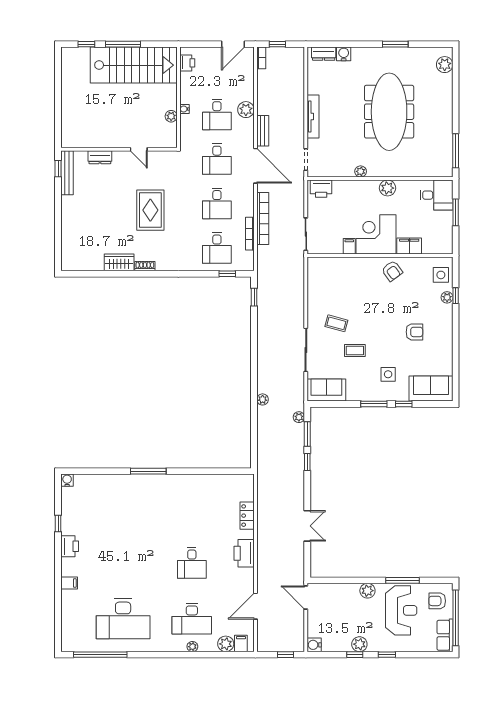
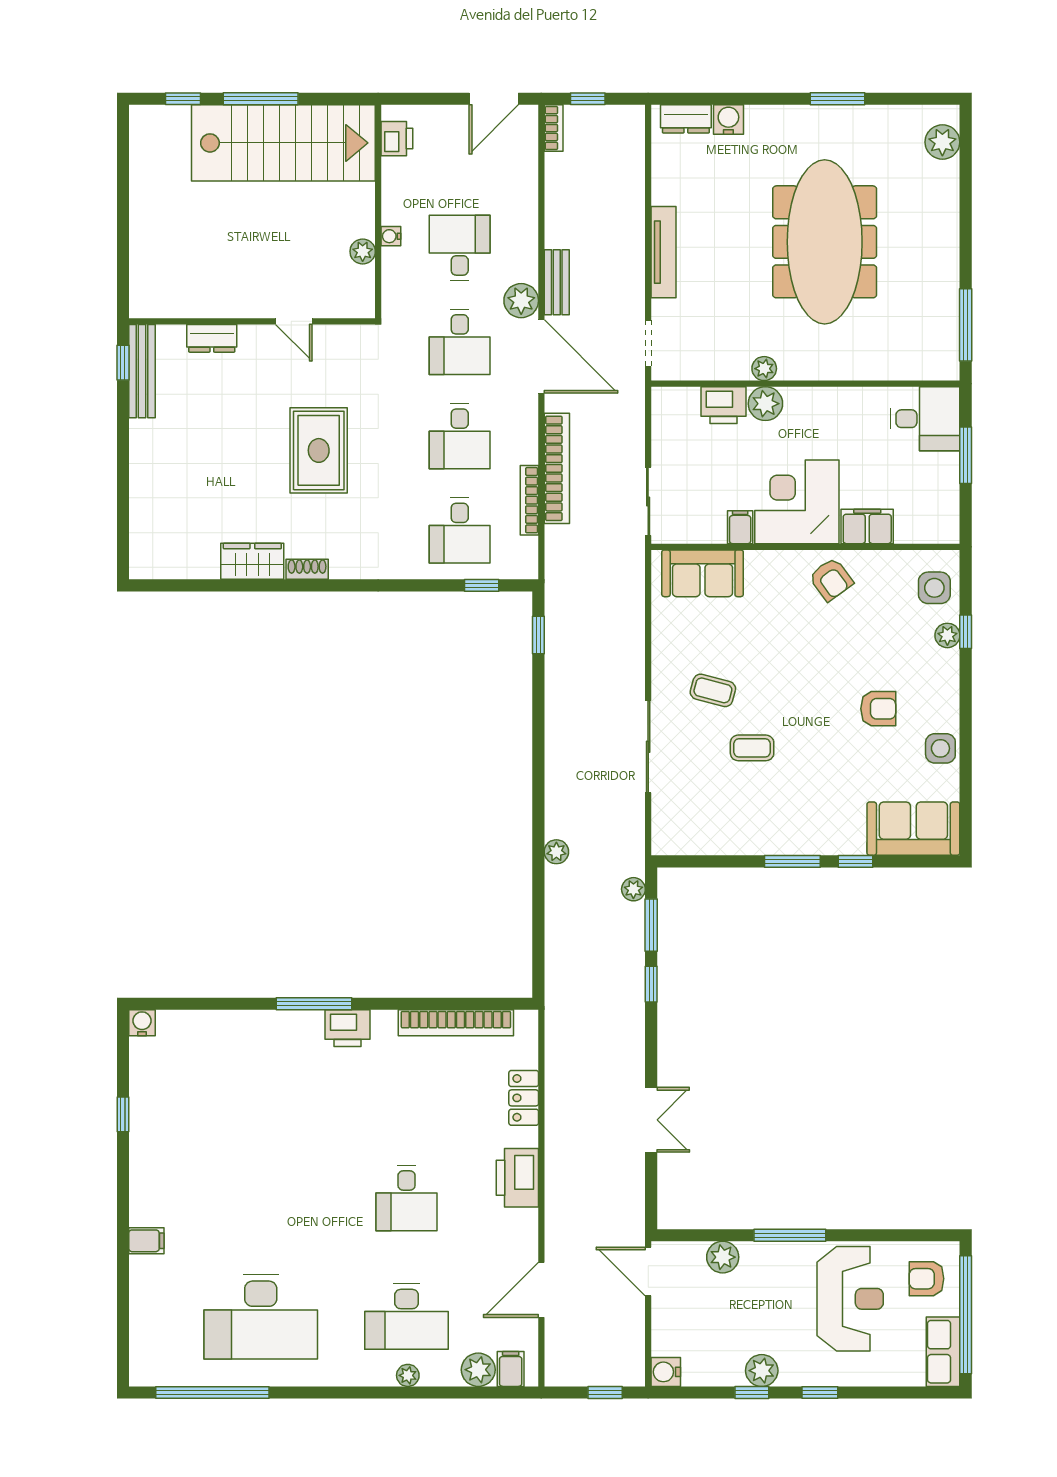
plant: (246, 110) -> (521, 301), moved
desk: (217, 114) -> (460, 248), turned 180
plant: (388, 188) -> (765, 404), moved
printer: (321, 189) -> (724, 405), moved
side table: (388, 374) -> (940, 748), moved
sofa: (326, 390) -> (703, 573), moved, turned 180
bookcase: (215, 480) -> (456, 1023), added
printer: (70, 546) -> (348, 1028), moved, turned 90
window: (403, 580) -> (790, 1235), moved
plant: (367, 591) -> (723, 1257), moved

